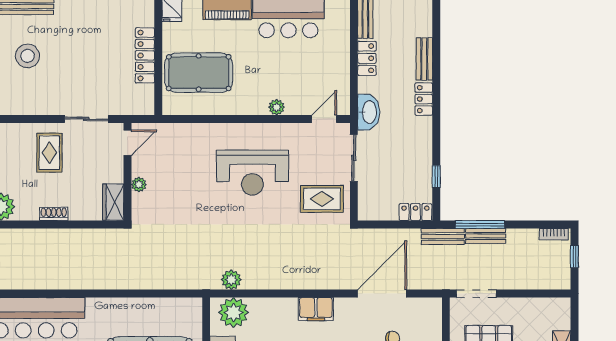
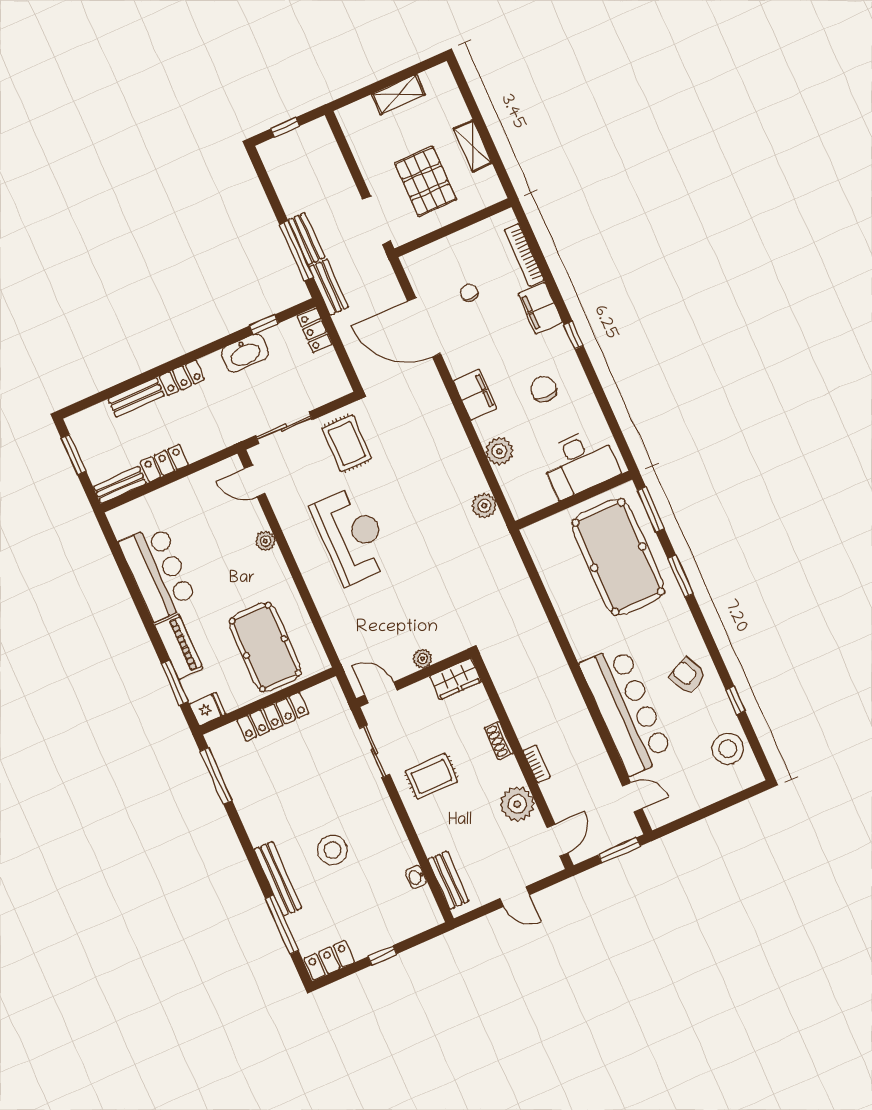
washbasin: (369, 112) -> (245, 353), moved, turned 180
bookcase: (554, 234) -> (537, 764), moved
plant: (234, 312) -> (499, 451), moved, width x0.73, depth x0.73

